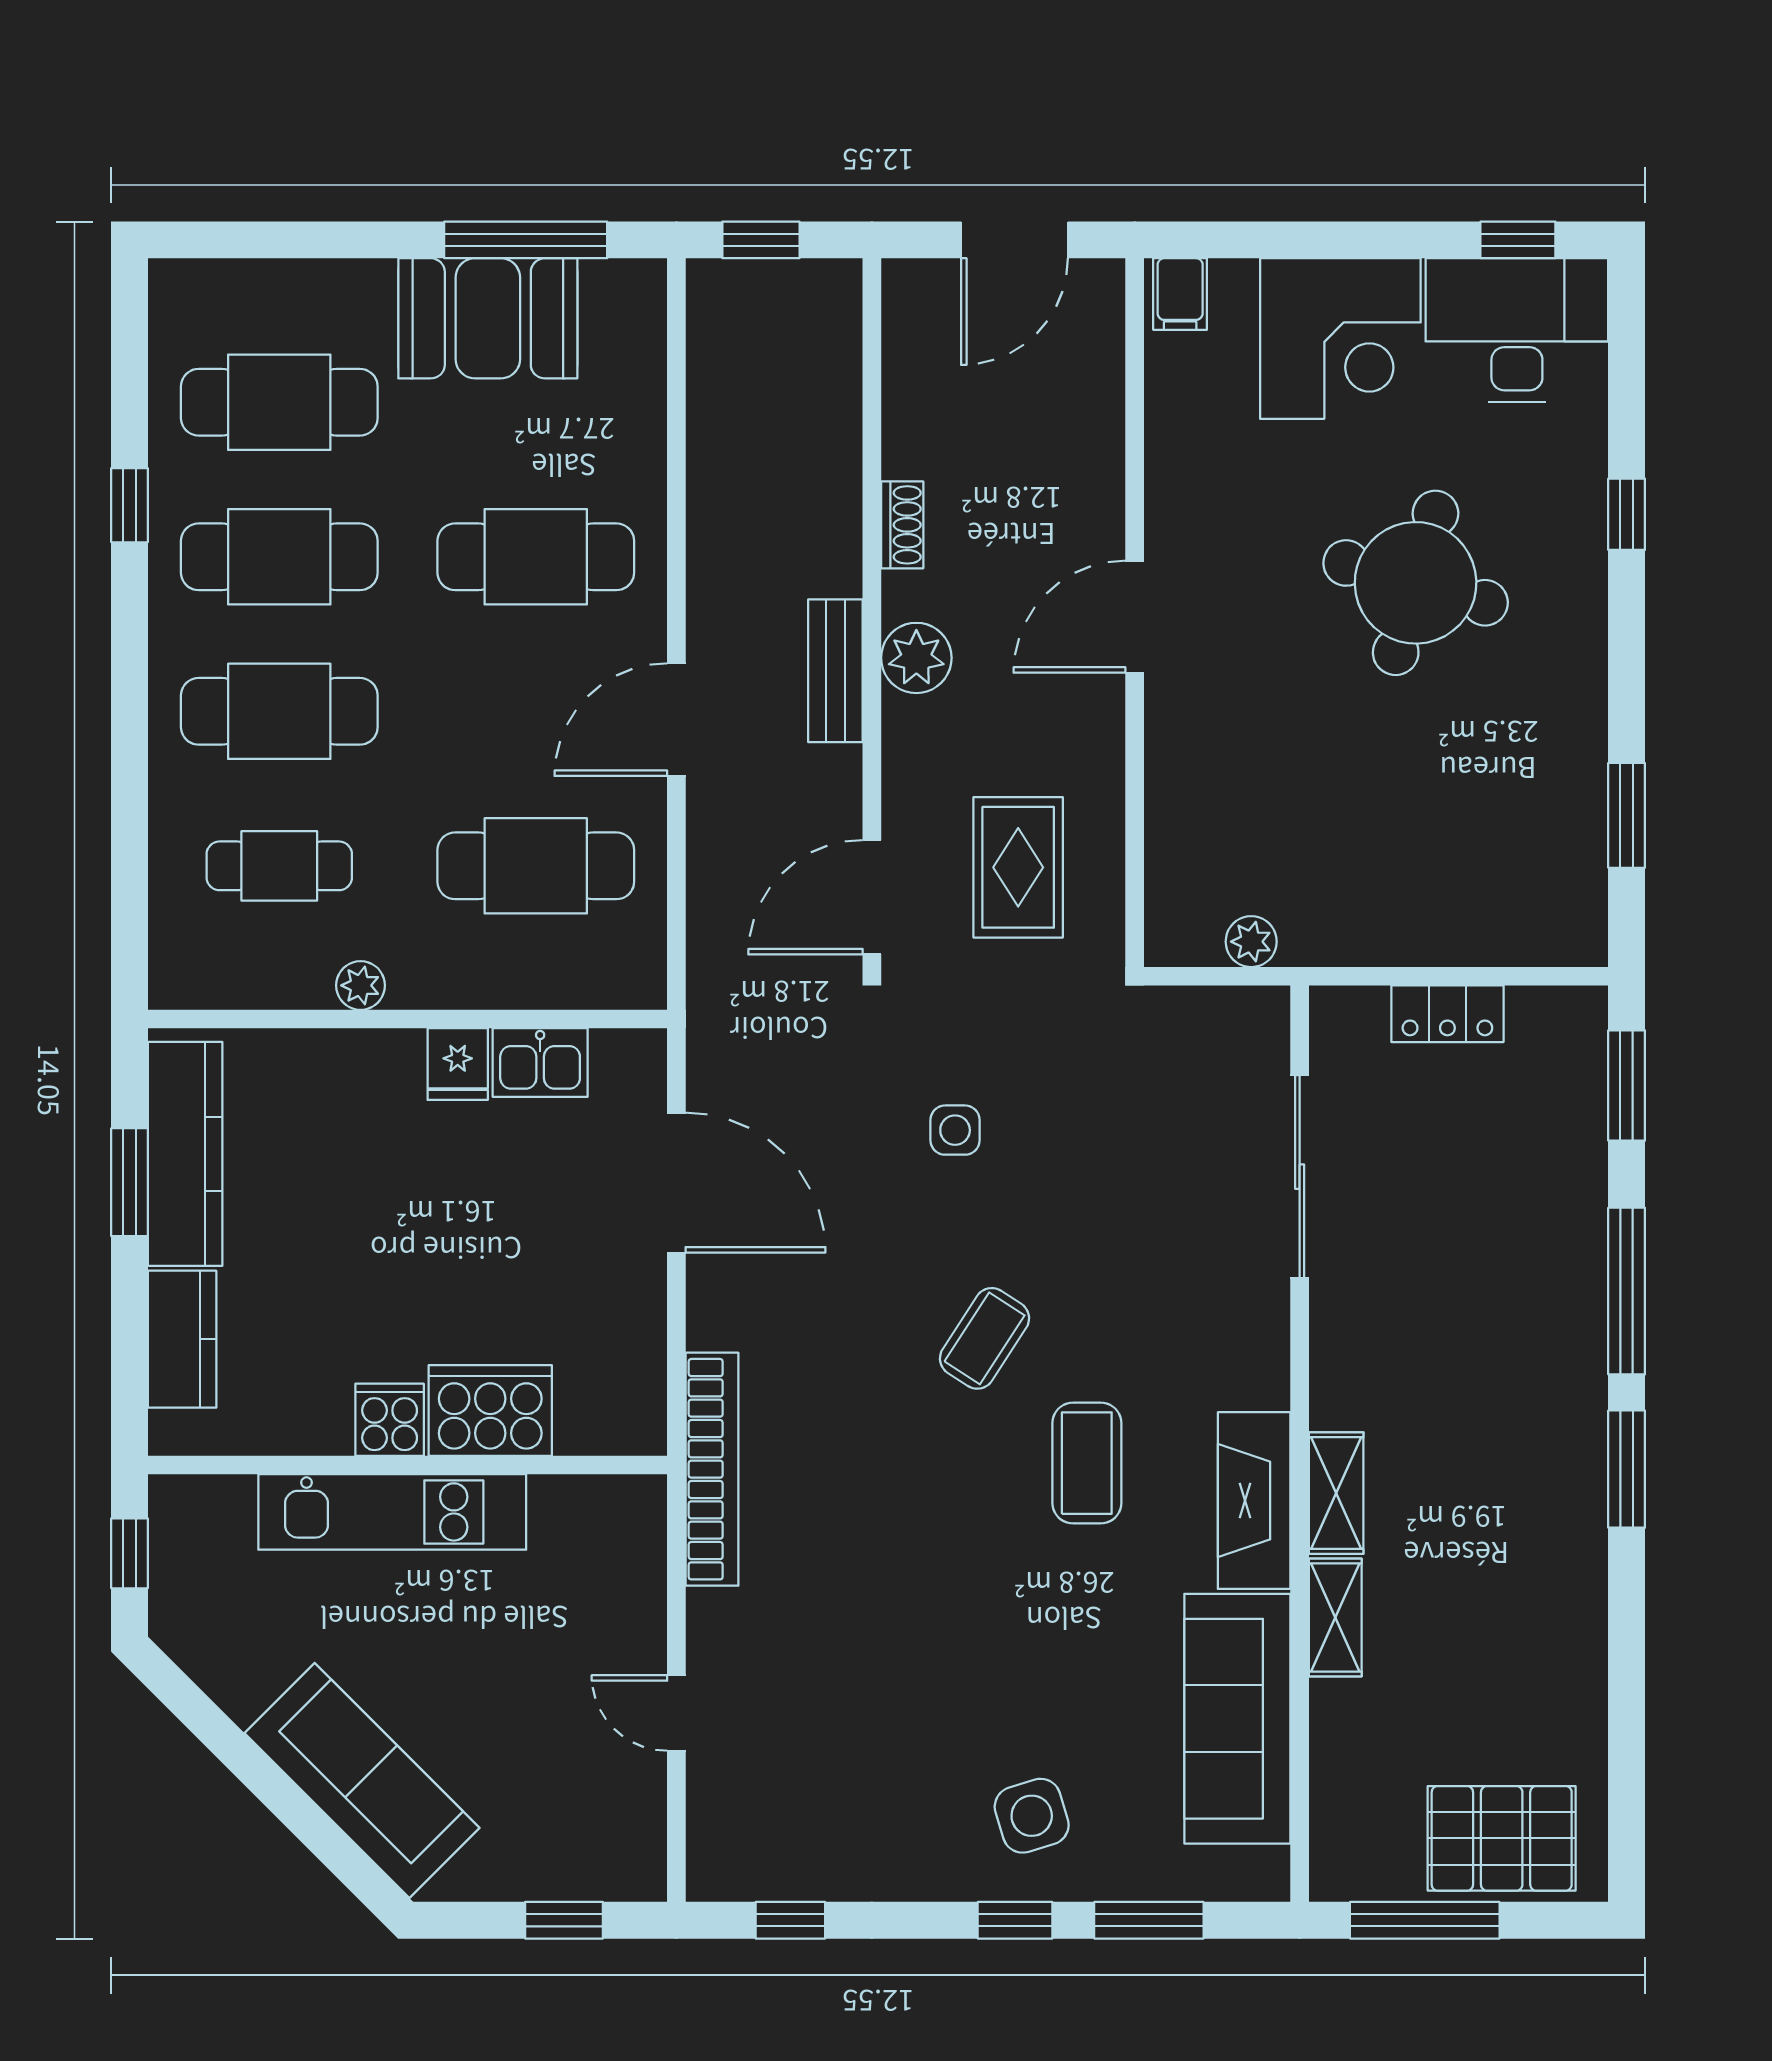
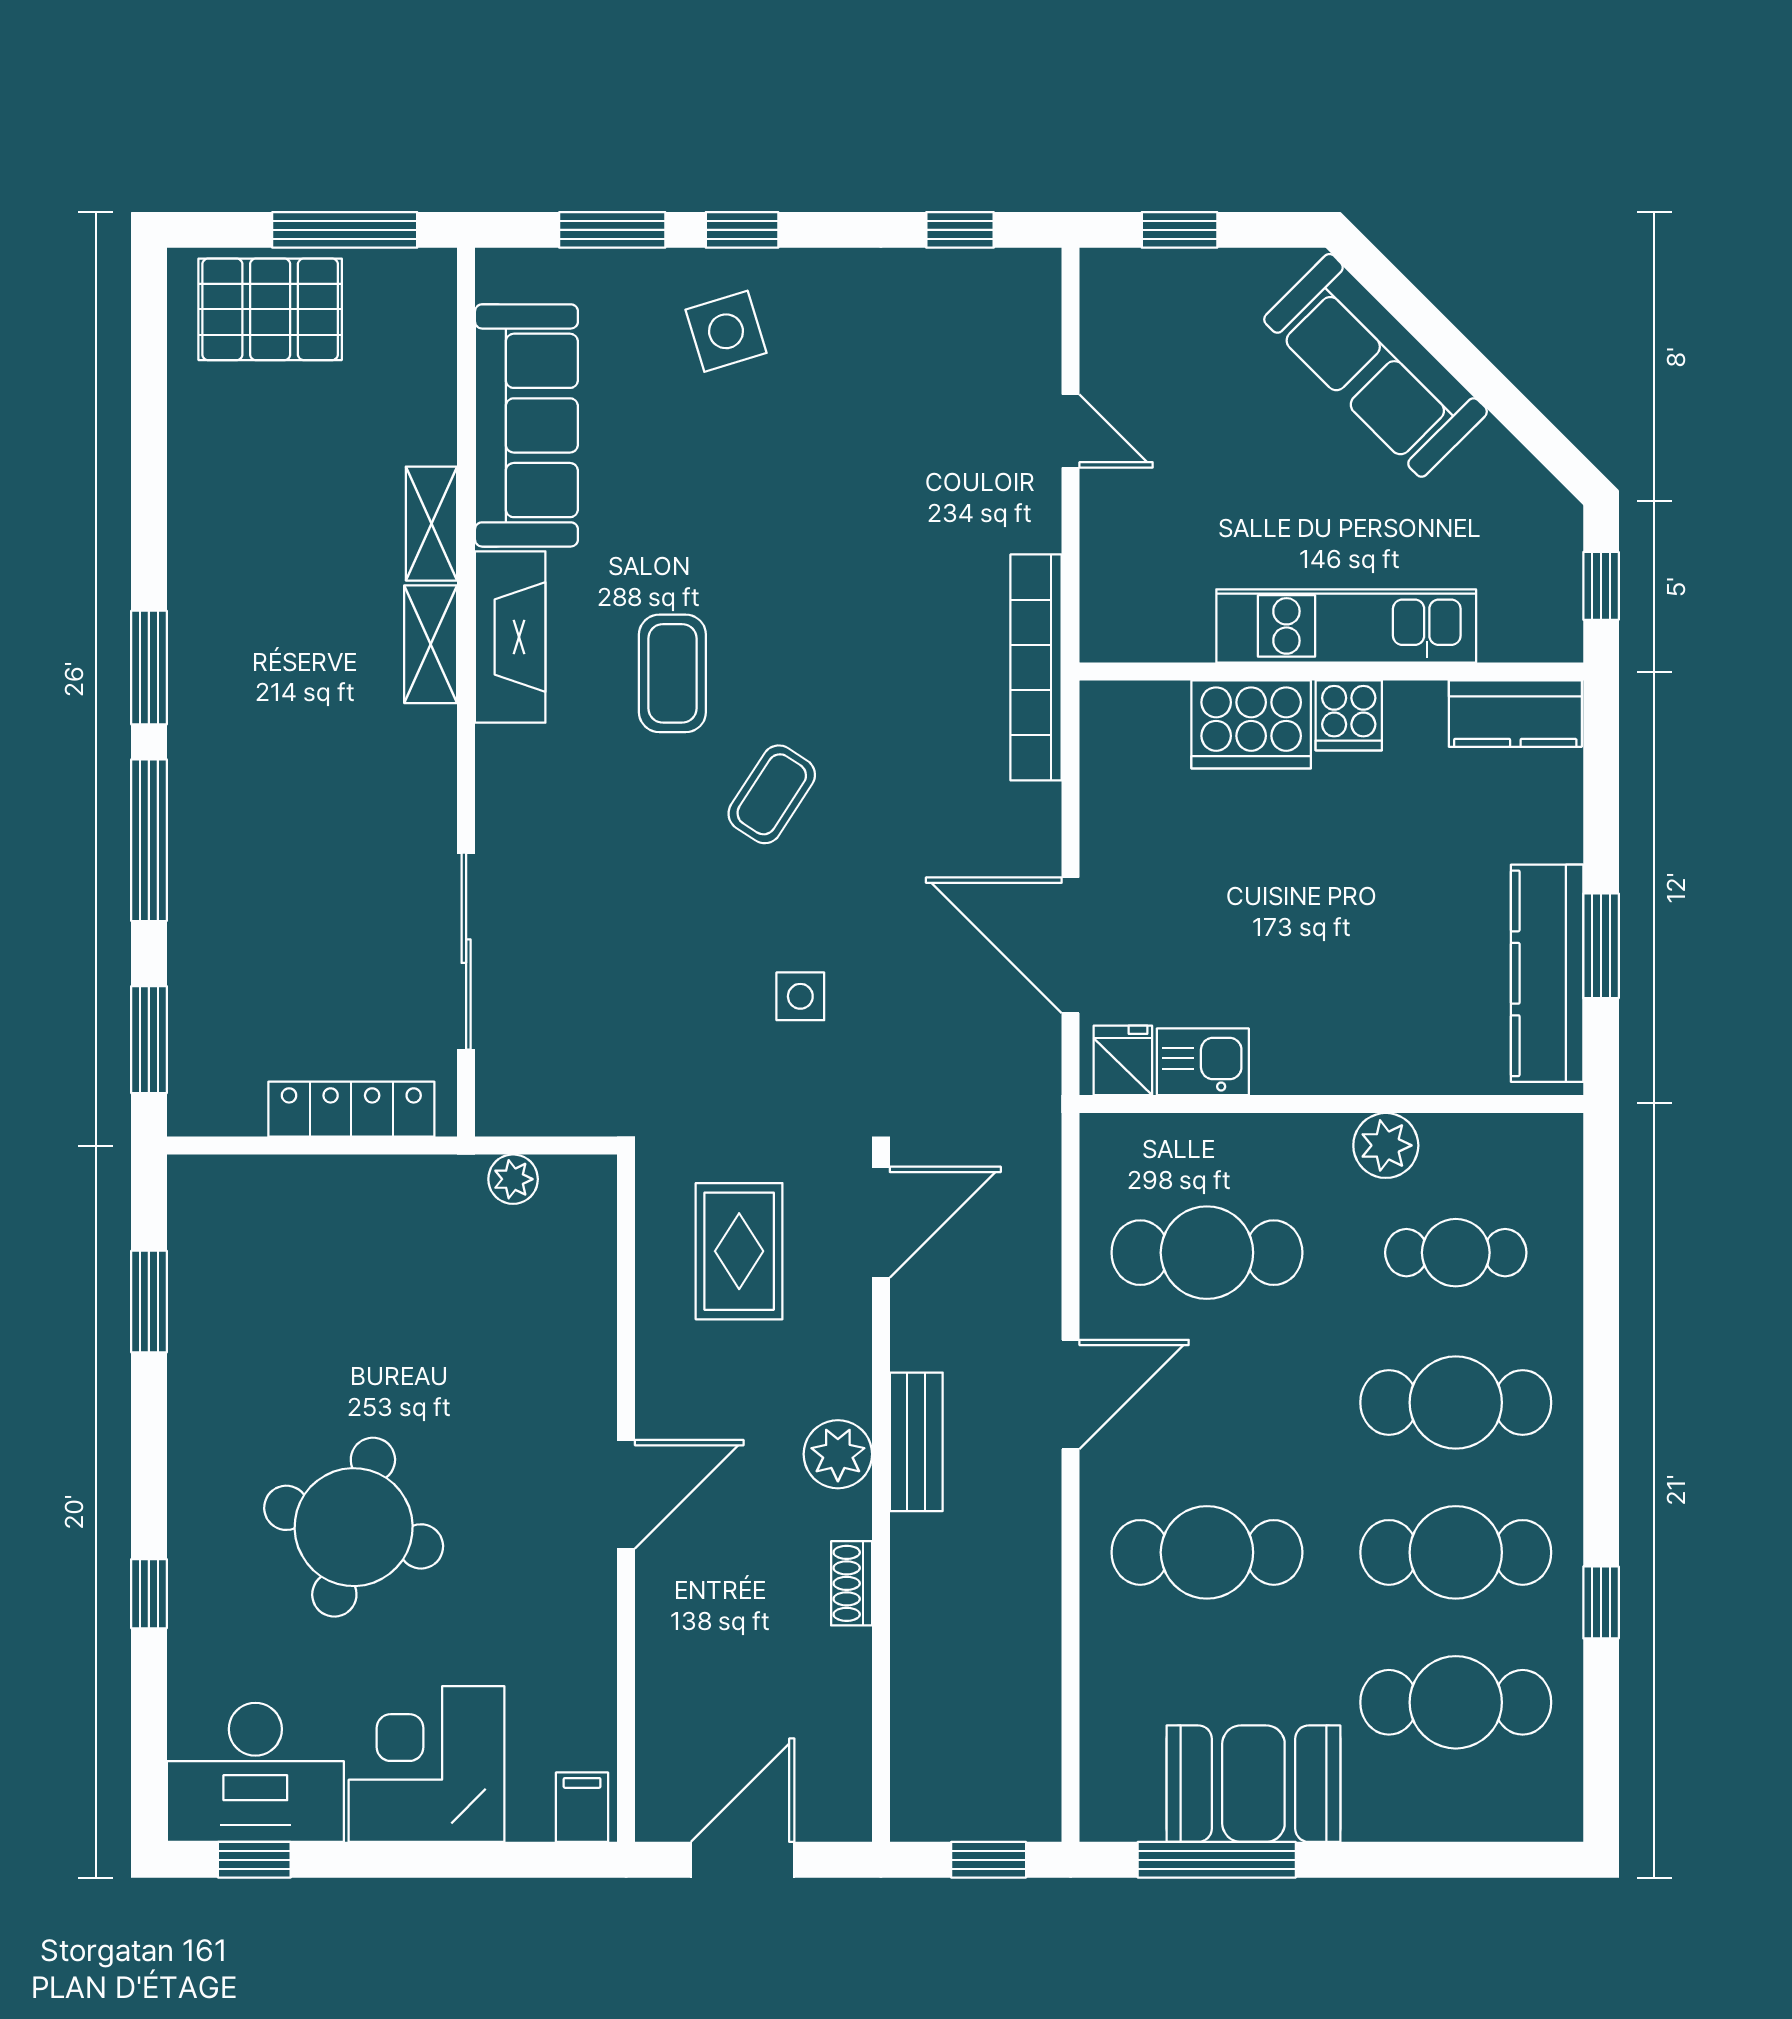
plant: (361, 985) -> (1386, 1145), width x1.38, depth x1.38
locker: (1447, 1014) -> (351, 1109), width x1.53
fridge: (458, 1064) -> (1123, 1060), moved
kitchen counter: (182, 1339) -> (1515, 714), moved, turned -90

